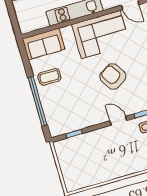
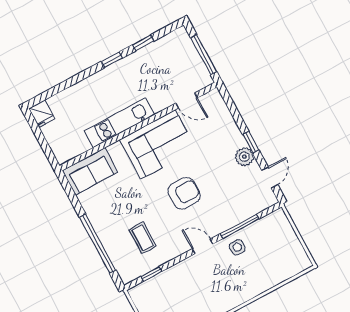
coffee table: (49, 77) -> (143, 238), moved, turned 90
armchair: (113, 77) -> (184, 193), turned 122

